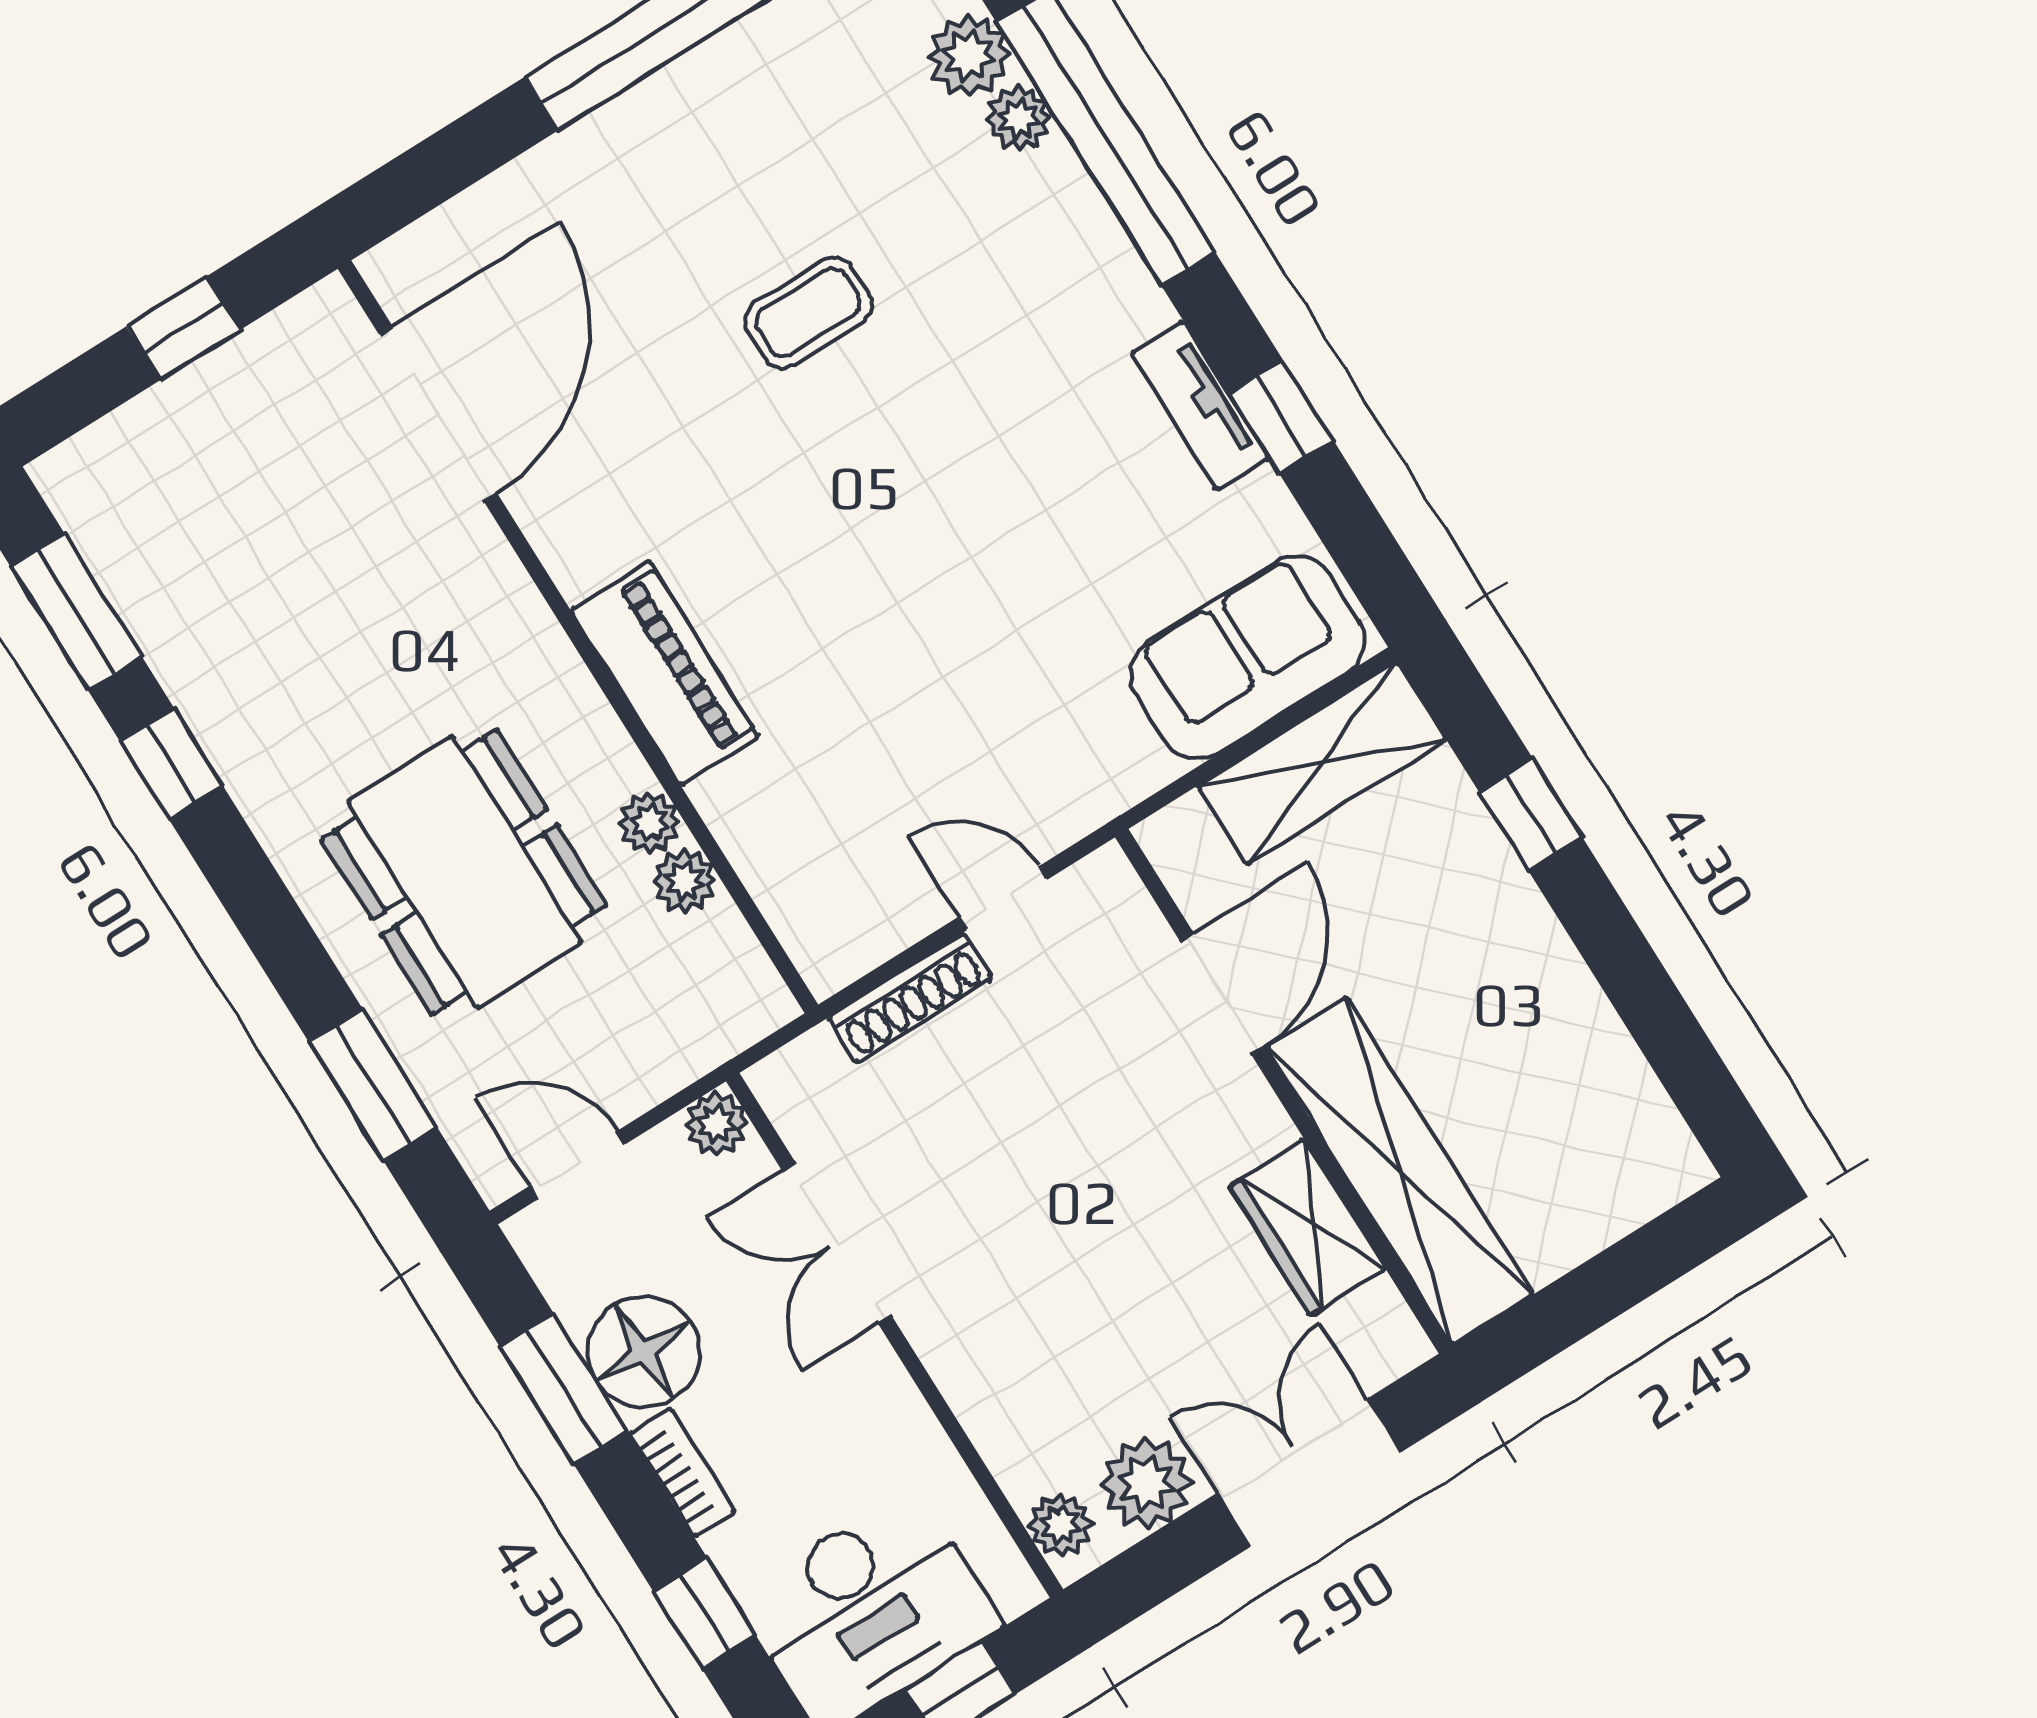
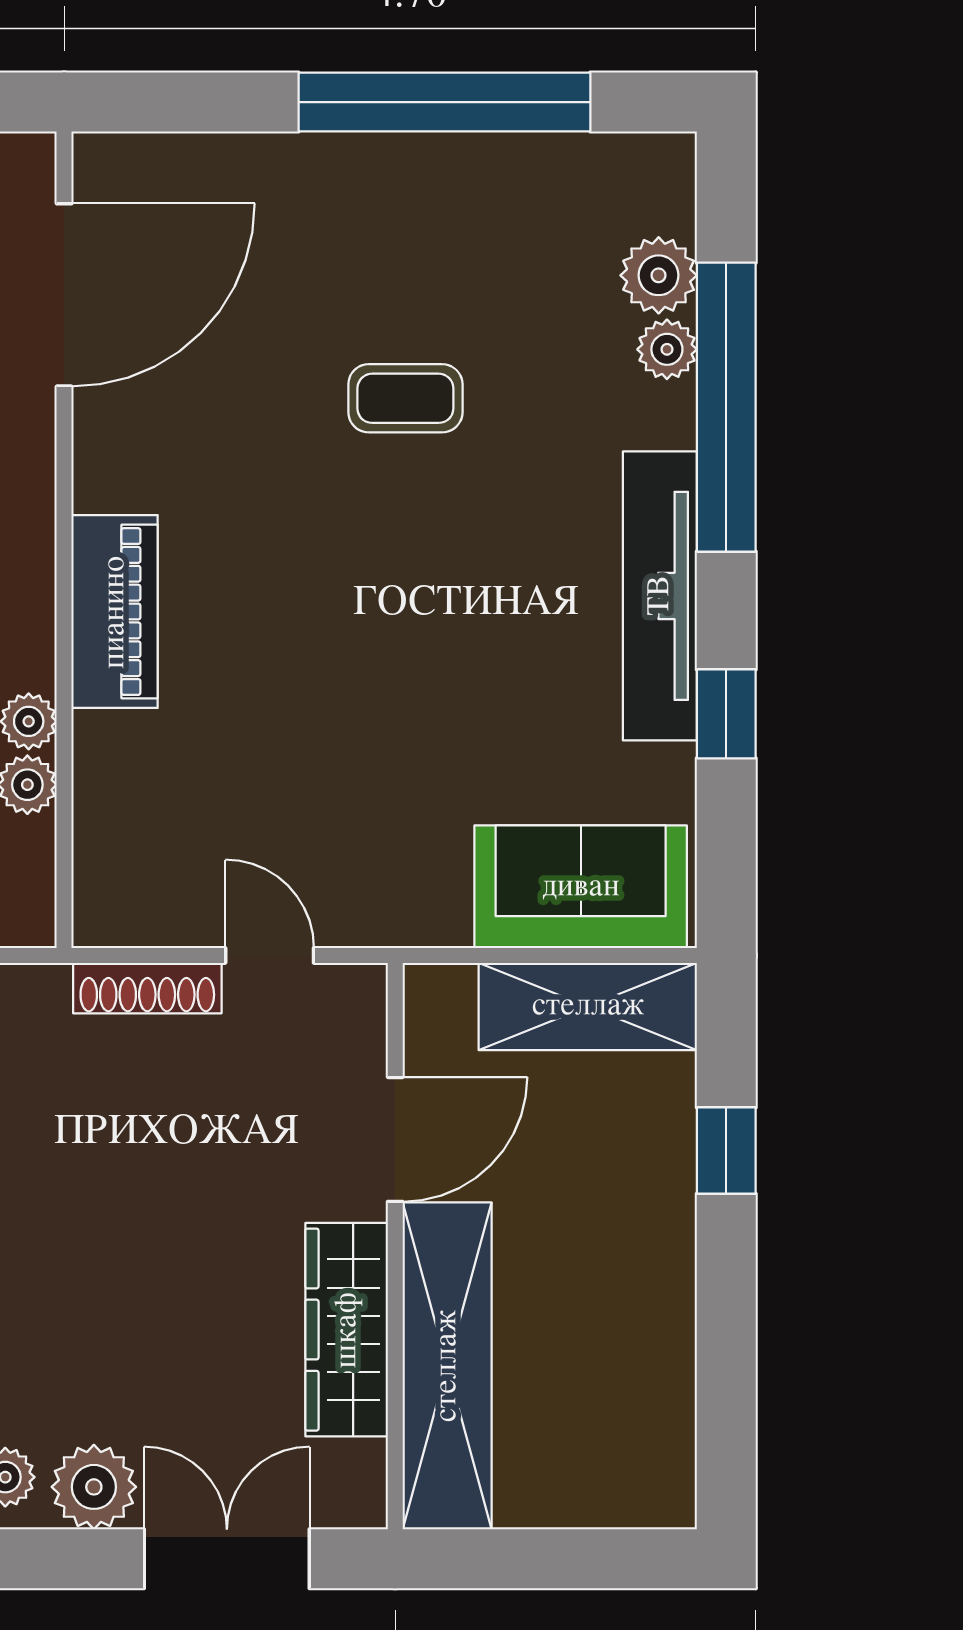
tv unit: (1200, 406) -> (660, 596), width x1.92, depth x1.29
wardrobe: (1307, 1228) -> (347, 1330), width x1.50

